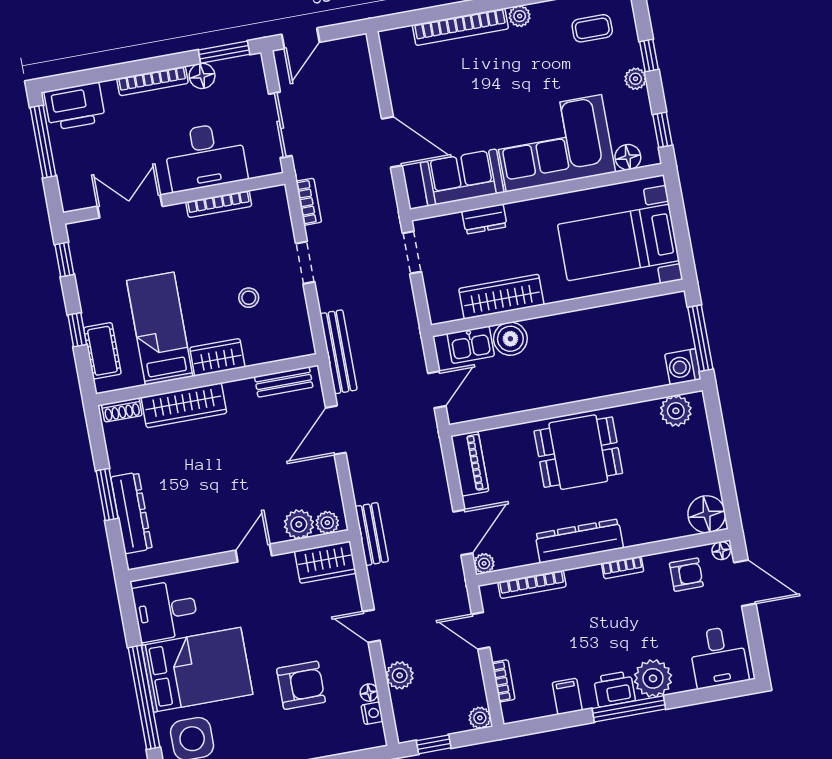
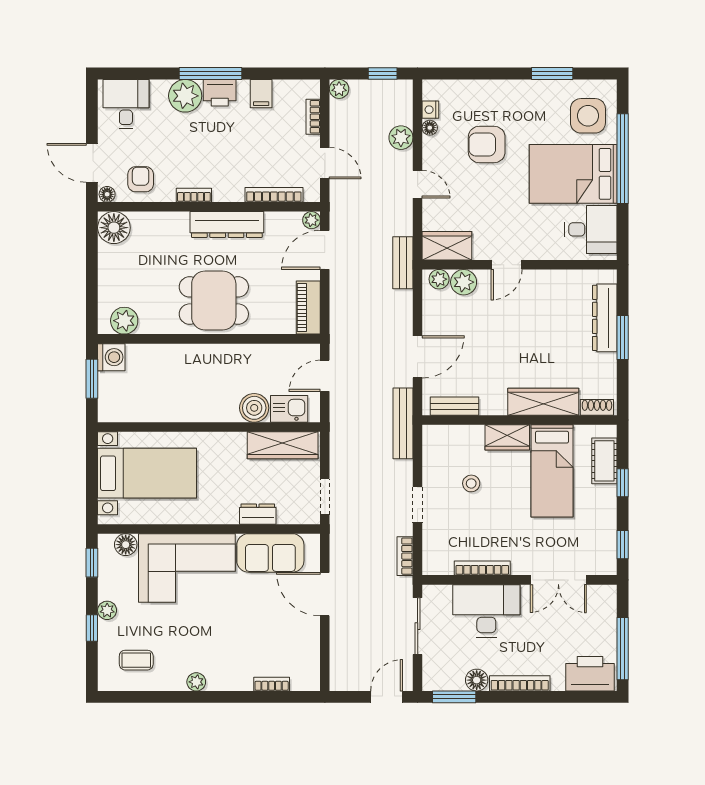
bookcase: (460, 27) -> (272, 684), width x0.43, depth x0.76
wardrobe: (501, 297) -> (283, 445), moved
window: (700, 338) -> (92, 379), width x0.69
armchair: (686, 575) -> (141, 179), turned 90

